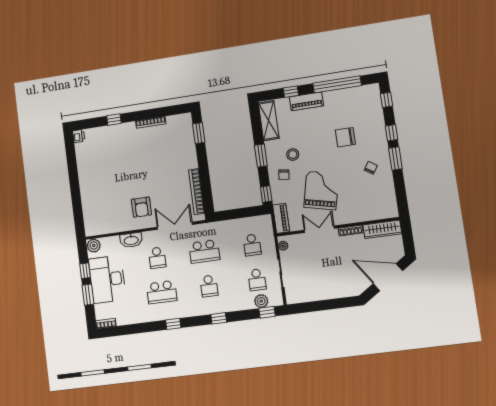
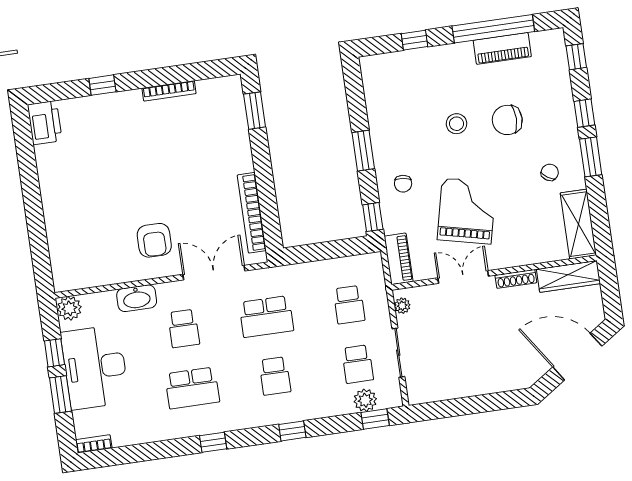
piano: (306, 101) -> (502, 48), moved
shelving: (269, 121) -> (578, 224), moved
printer: (79, 136) -> (45, 123), width x1.87, depth x1.48
stool: (293, 154) -> (456, 124), moved

